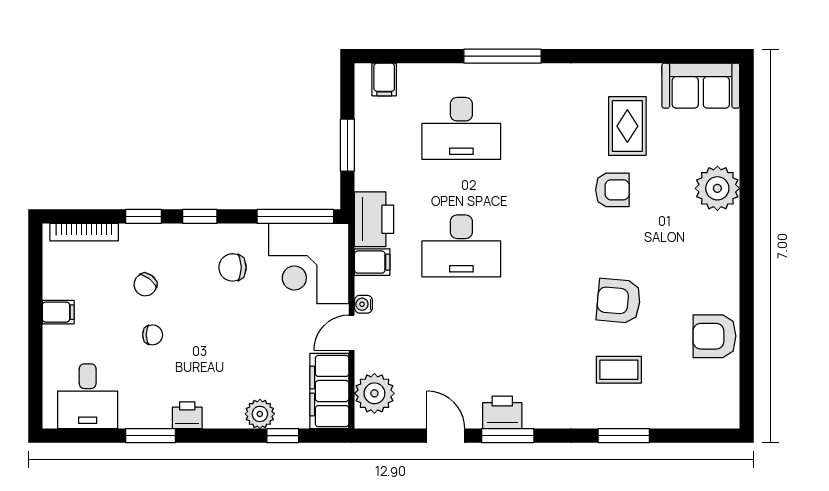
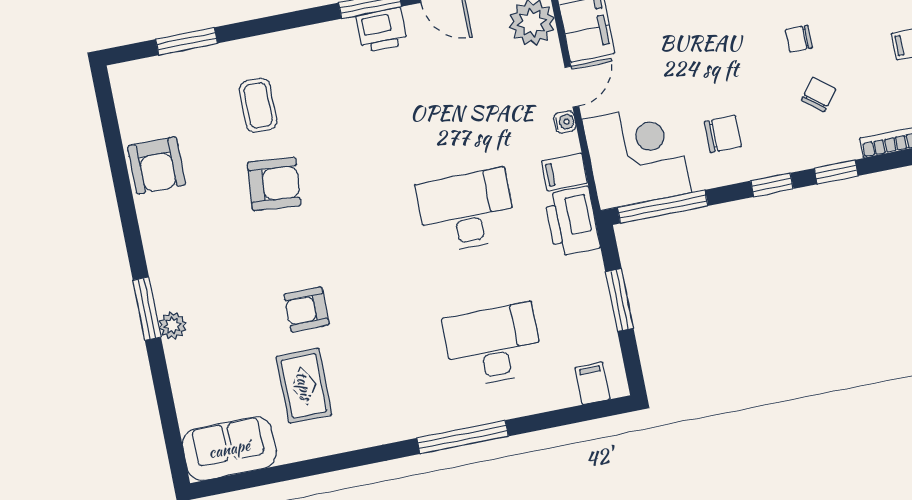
plant: (717, 188) -> (173, 326), width x0.53, depth x0.53
window: (747, 217) -> (147, 309), added
armchair: (714, 336) -> (157, 165), turned 90
coffee table: (619, 370) -> (258, 105), turned 90
window: (624, 436) -> (187, 41), moved

